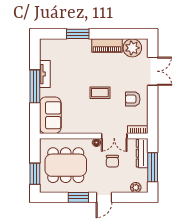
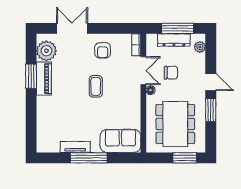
window: (78, 34) -> (31, 76), moved
dresser: (142, 153) -> (174, 40), moved

